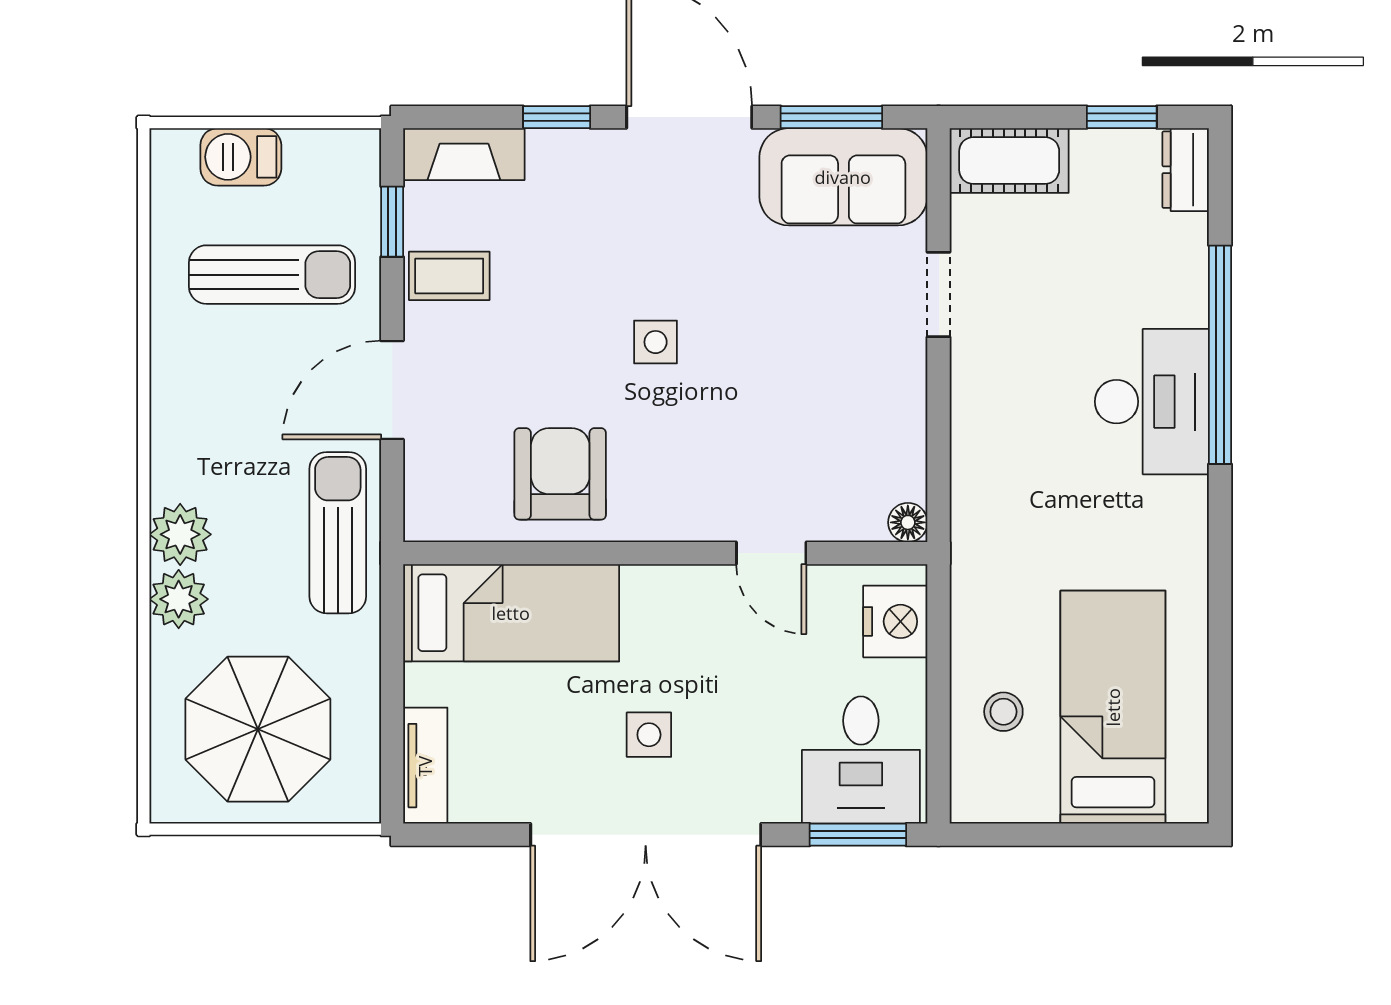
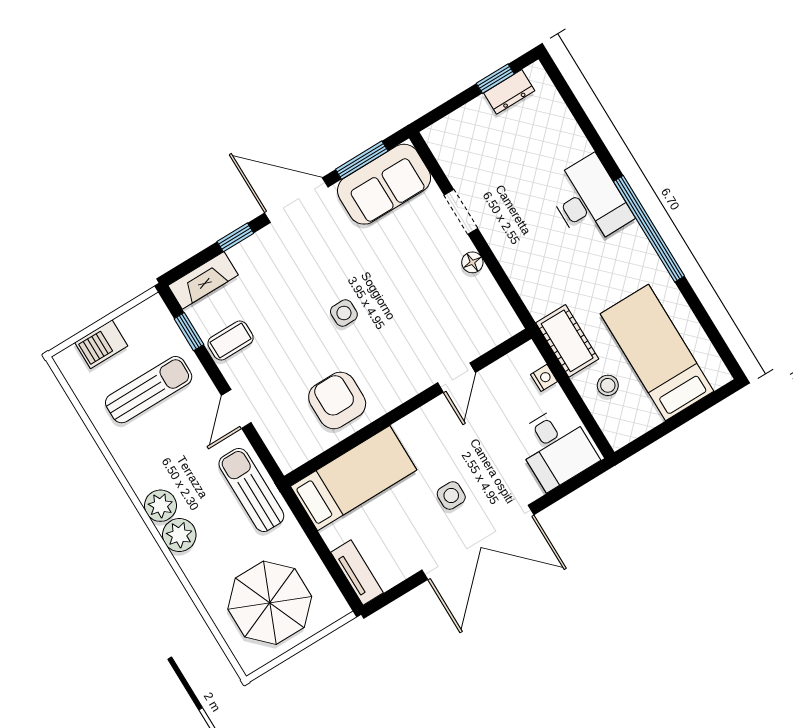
cot: (1009, 161) -> (567, 341), moved, turned 90
dresser: (1186, 170) -> (509, 92), moved, turned -90
window: (1220, 355) -> (649, 229), moved
door: (392, 390) -> (236, 409), width x0.73
floor lamp: (908, 522) -> (472, 262), moved
door: (771, 553) -> (457, 378), hinge flipped
plant: (179, 599) -> (160, 506), moved
nightstand: (895, 621) -> (544, 378), width x0.53, depth x0.56
window: (858, 835) -> (575, 483), removed

